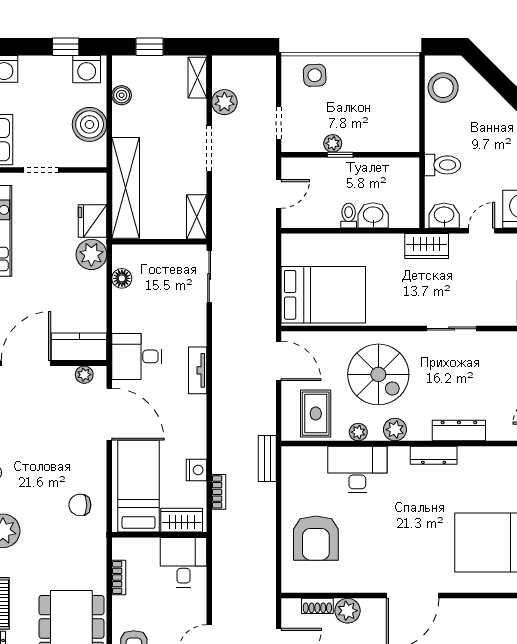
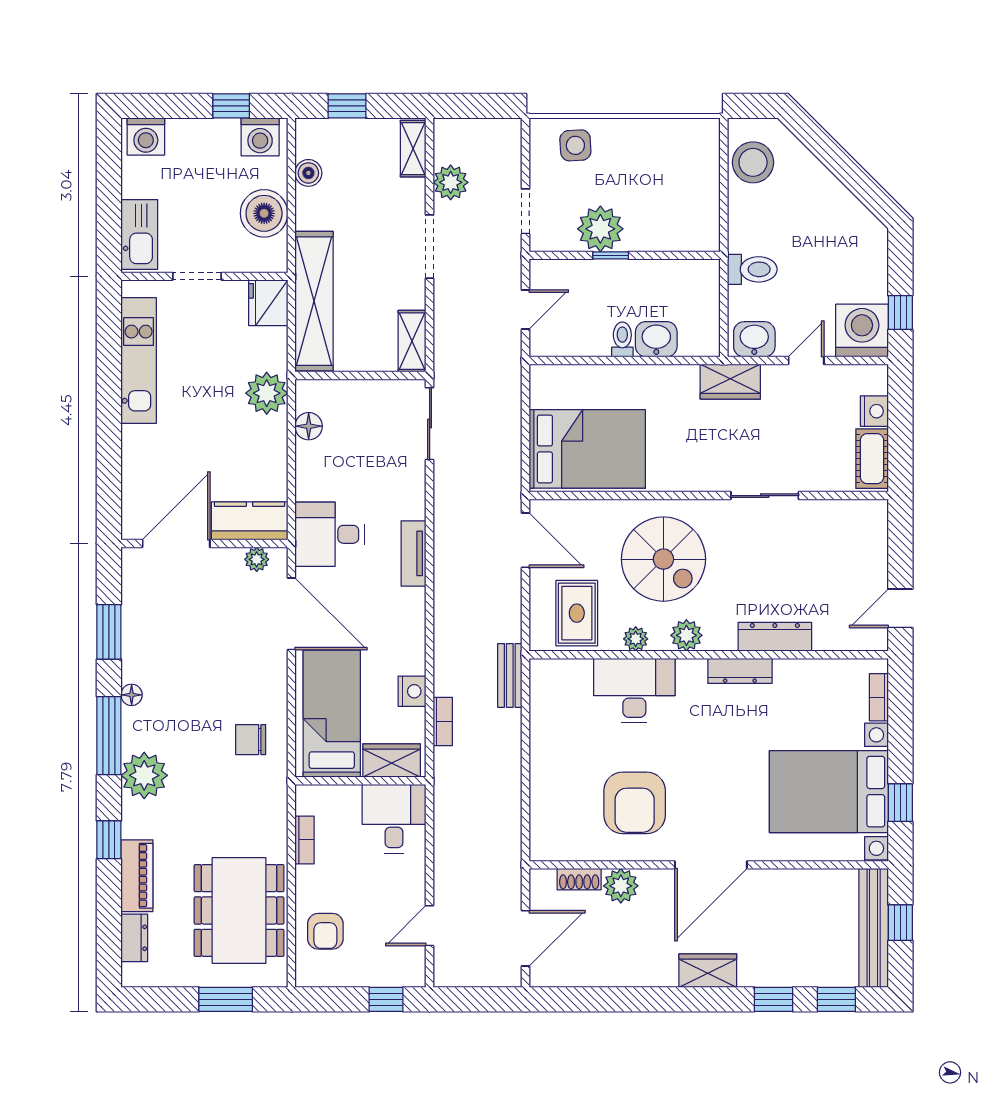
plant: (333, 143) -> (600, 229), width x1.87, depth x1.87
fridge: (93, 221) -> (268, 303), moved
armchair: (316, 538) -> (635, 803), moved

